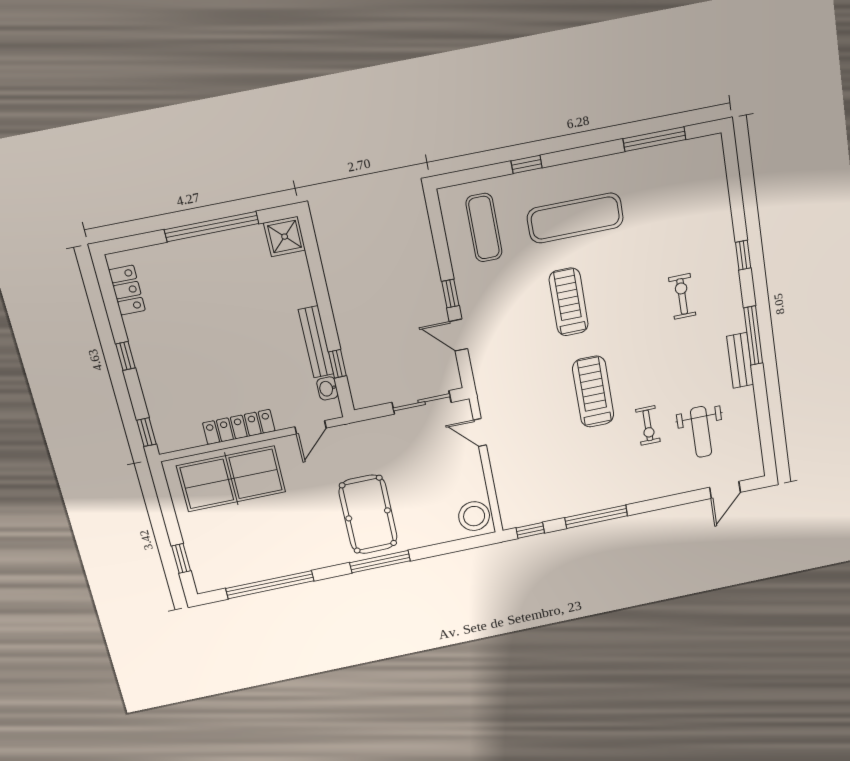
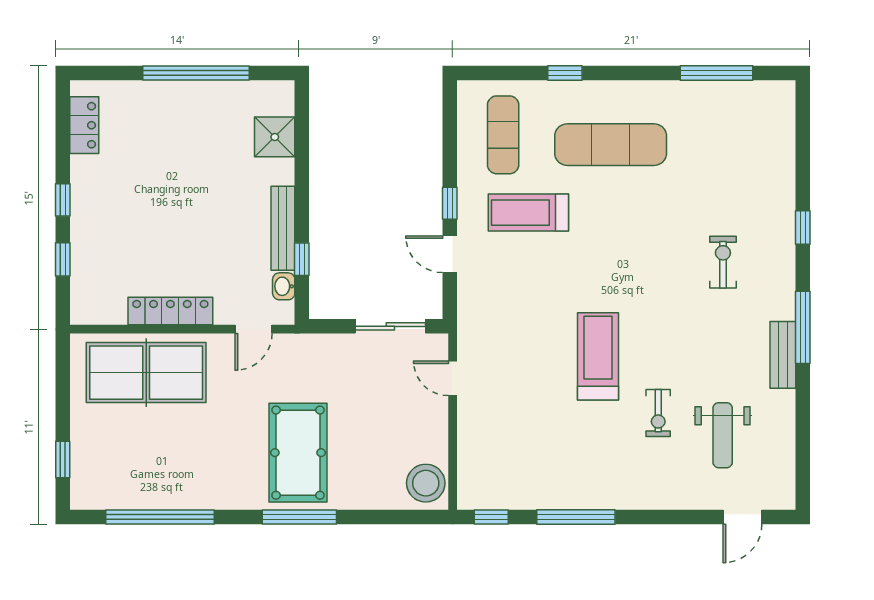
shower: (285, 237) -> (275, 137), moved
treadmill: (569, 302) -> (528, 213), moved, turned -90
window: (147, 432) -> (63, 259), moved

